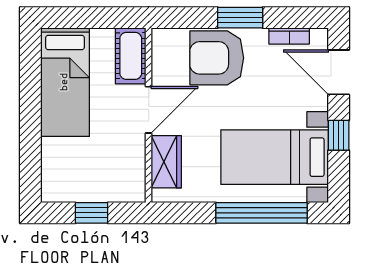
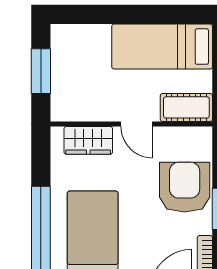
door: (149, 110) -> (137, 124), width x0.73
window: (92, 213) -> (41, 71), width x1.50

